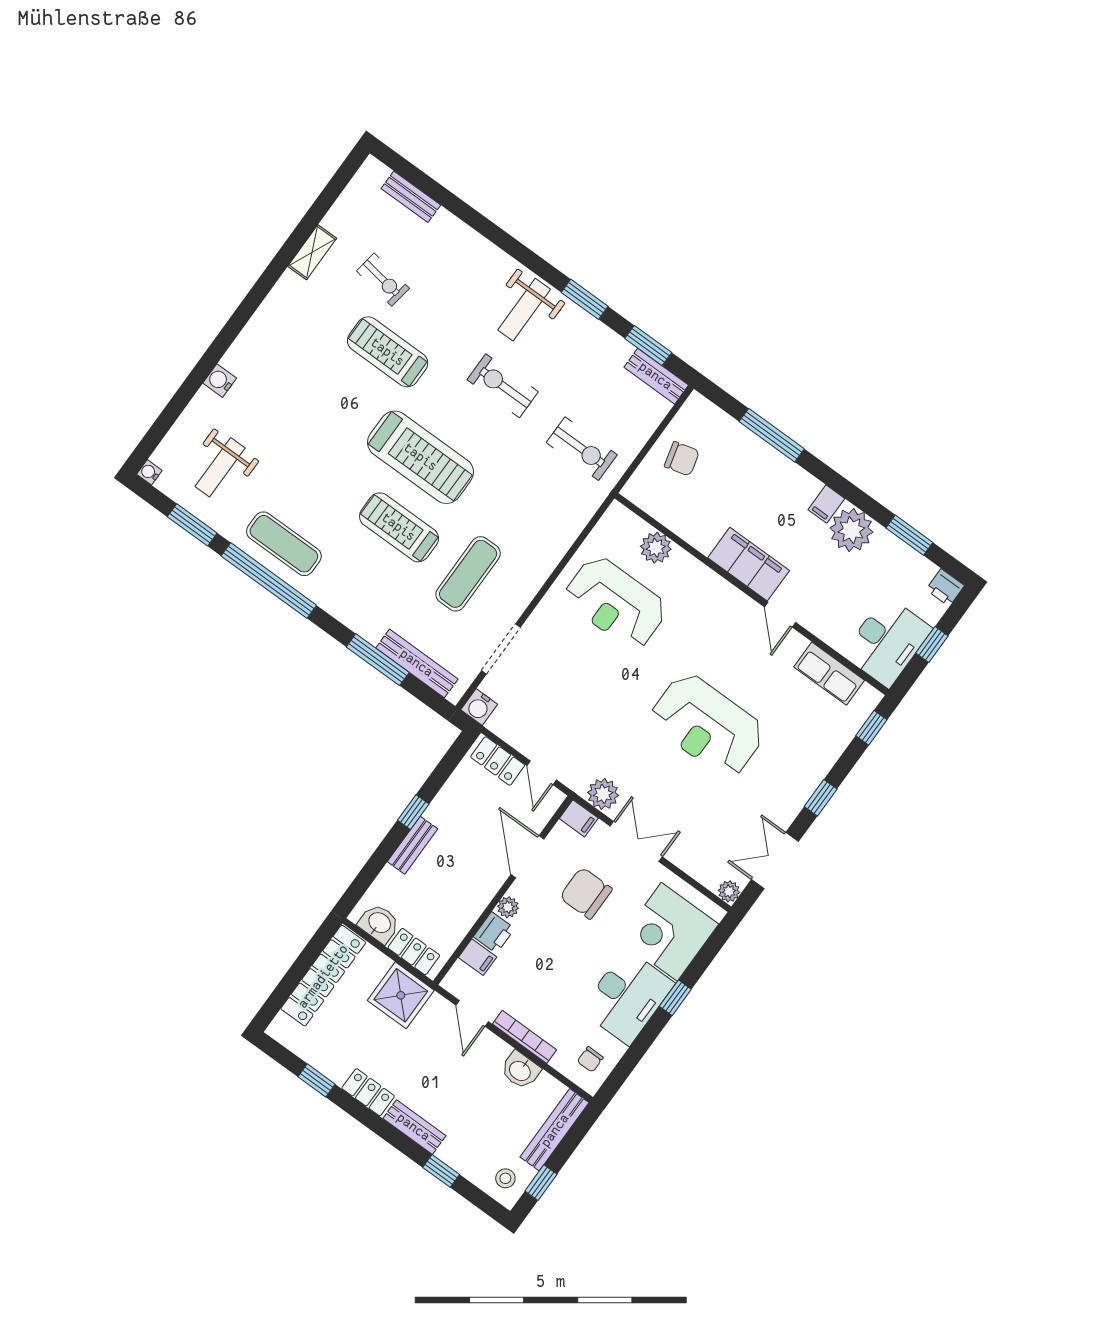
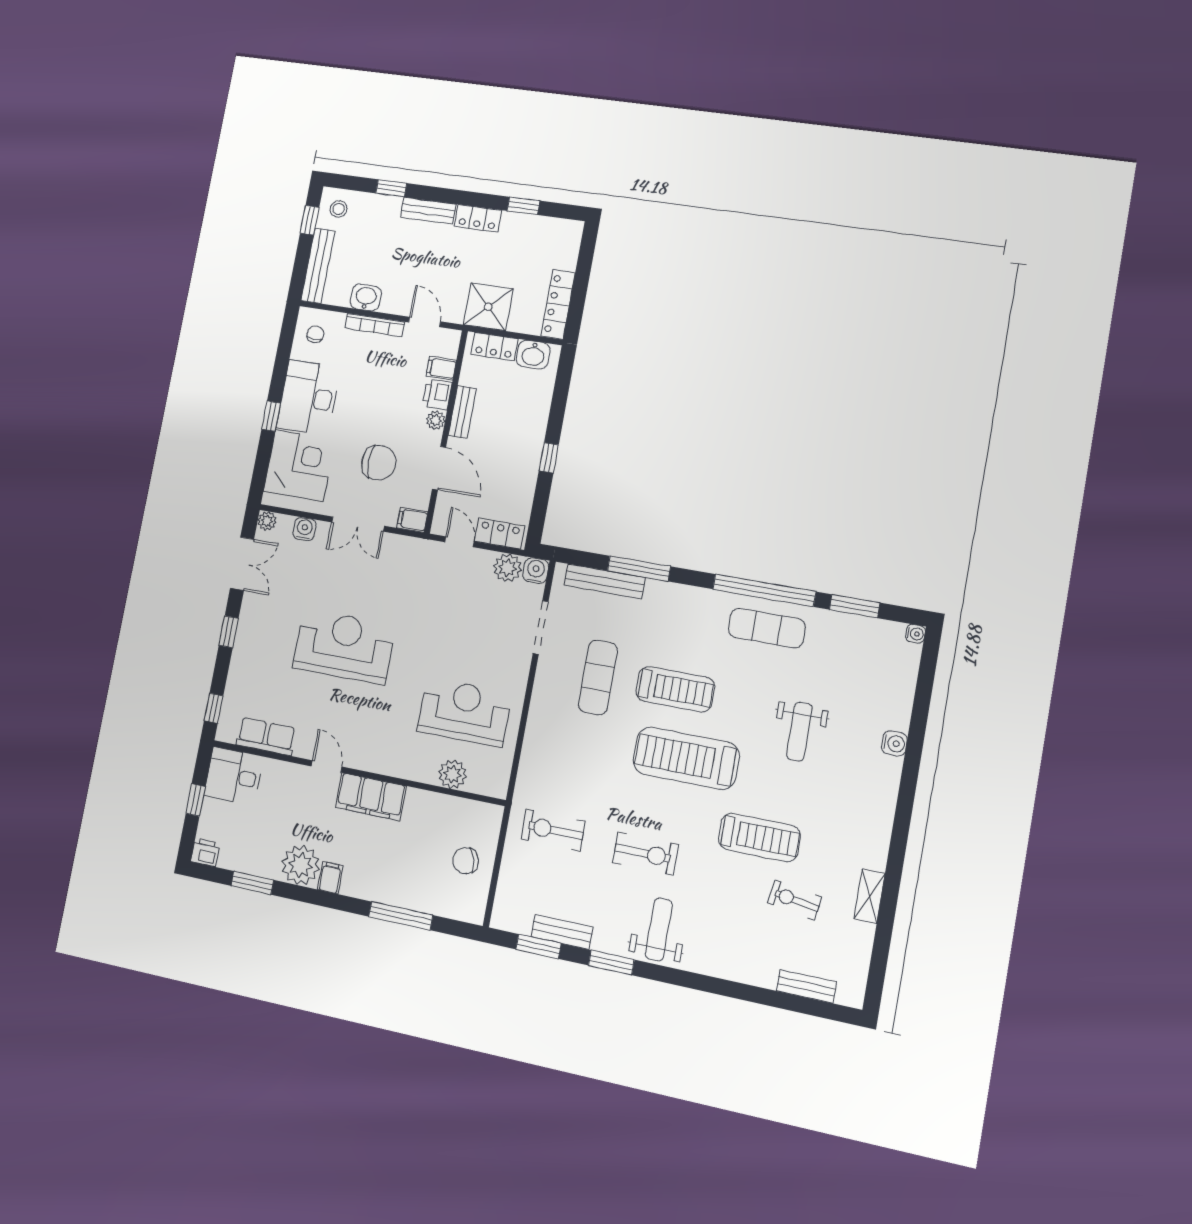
bench: (656, 376) -> (562, 932), moved
weight bench: (220, 467) -> (799, 732), moved, turned 180
desk: (887, 642) -> (234, 776), width x0.73
plant: (603, 794) -> (507, 568), moved
bench: (412, 845) -> (462, 412), moved
water cooler: (694, 864) -> (304, 529), added
locker: (323, 976) -> (558, 304), width x0.71, depth x0.83

